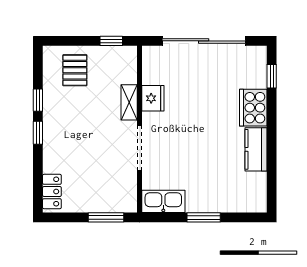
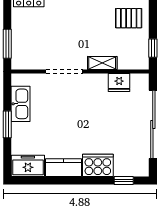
fridge: (153, 98) -> (119, 82), moved
freezer: (254, 192) -> (28, 166), added
kitchen sink: (163, 201) -> (21, 104), moved

